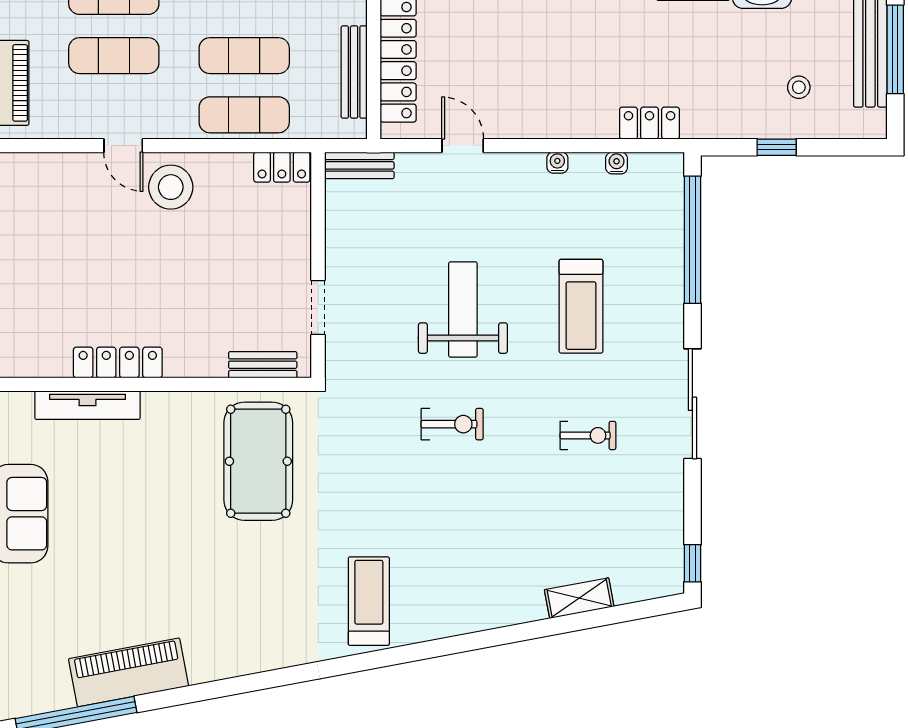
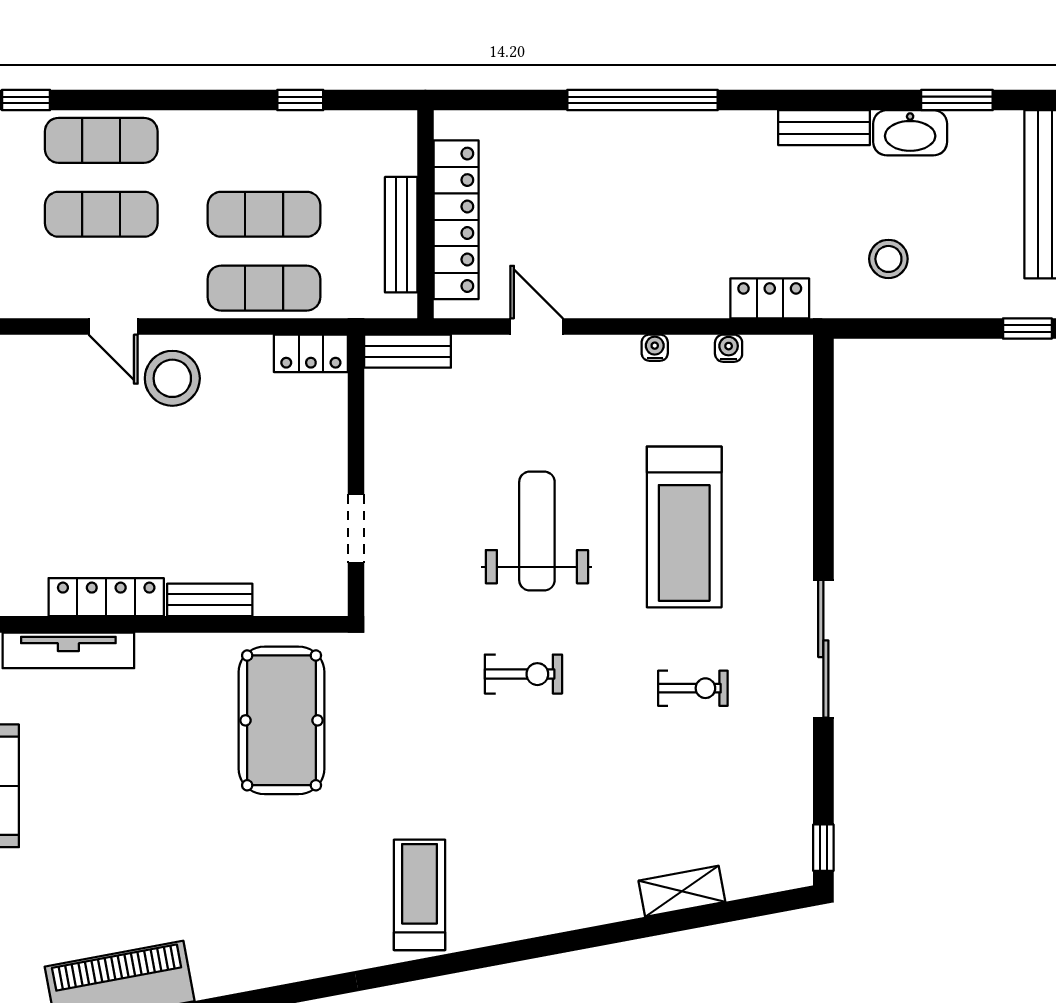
stool: (799, 87) -> (888, 259), moved, width x1.37, depth x1.37
window: (777, 147) -> (1027, 329), moved
window: (692, 240) -> (823, 444), removed
treadmill: (581, 306) -> (684, 527), width x1.37, depth x1.38
bench: (263, 365) -> (210, 600), moved

